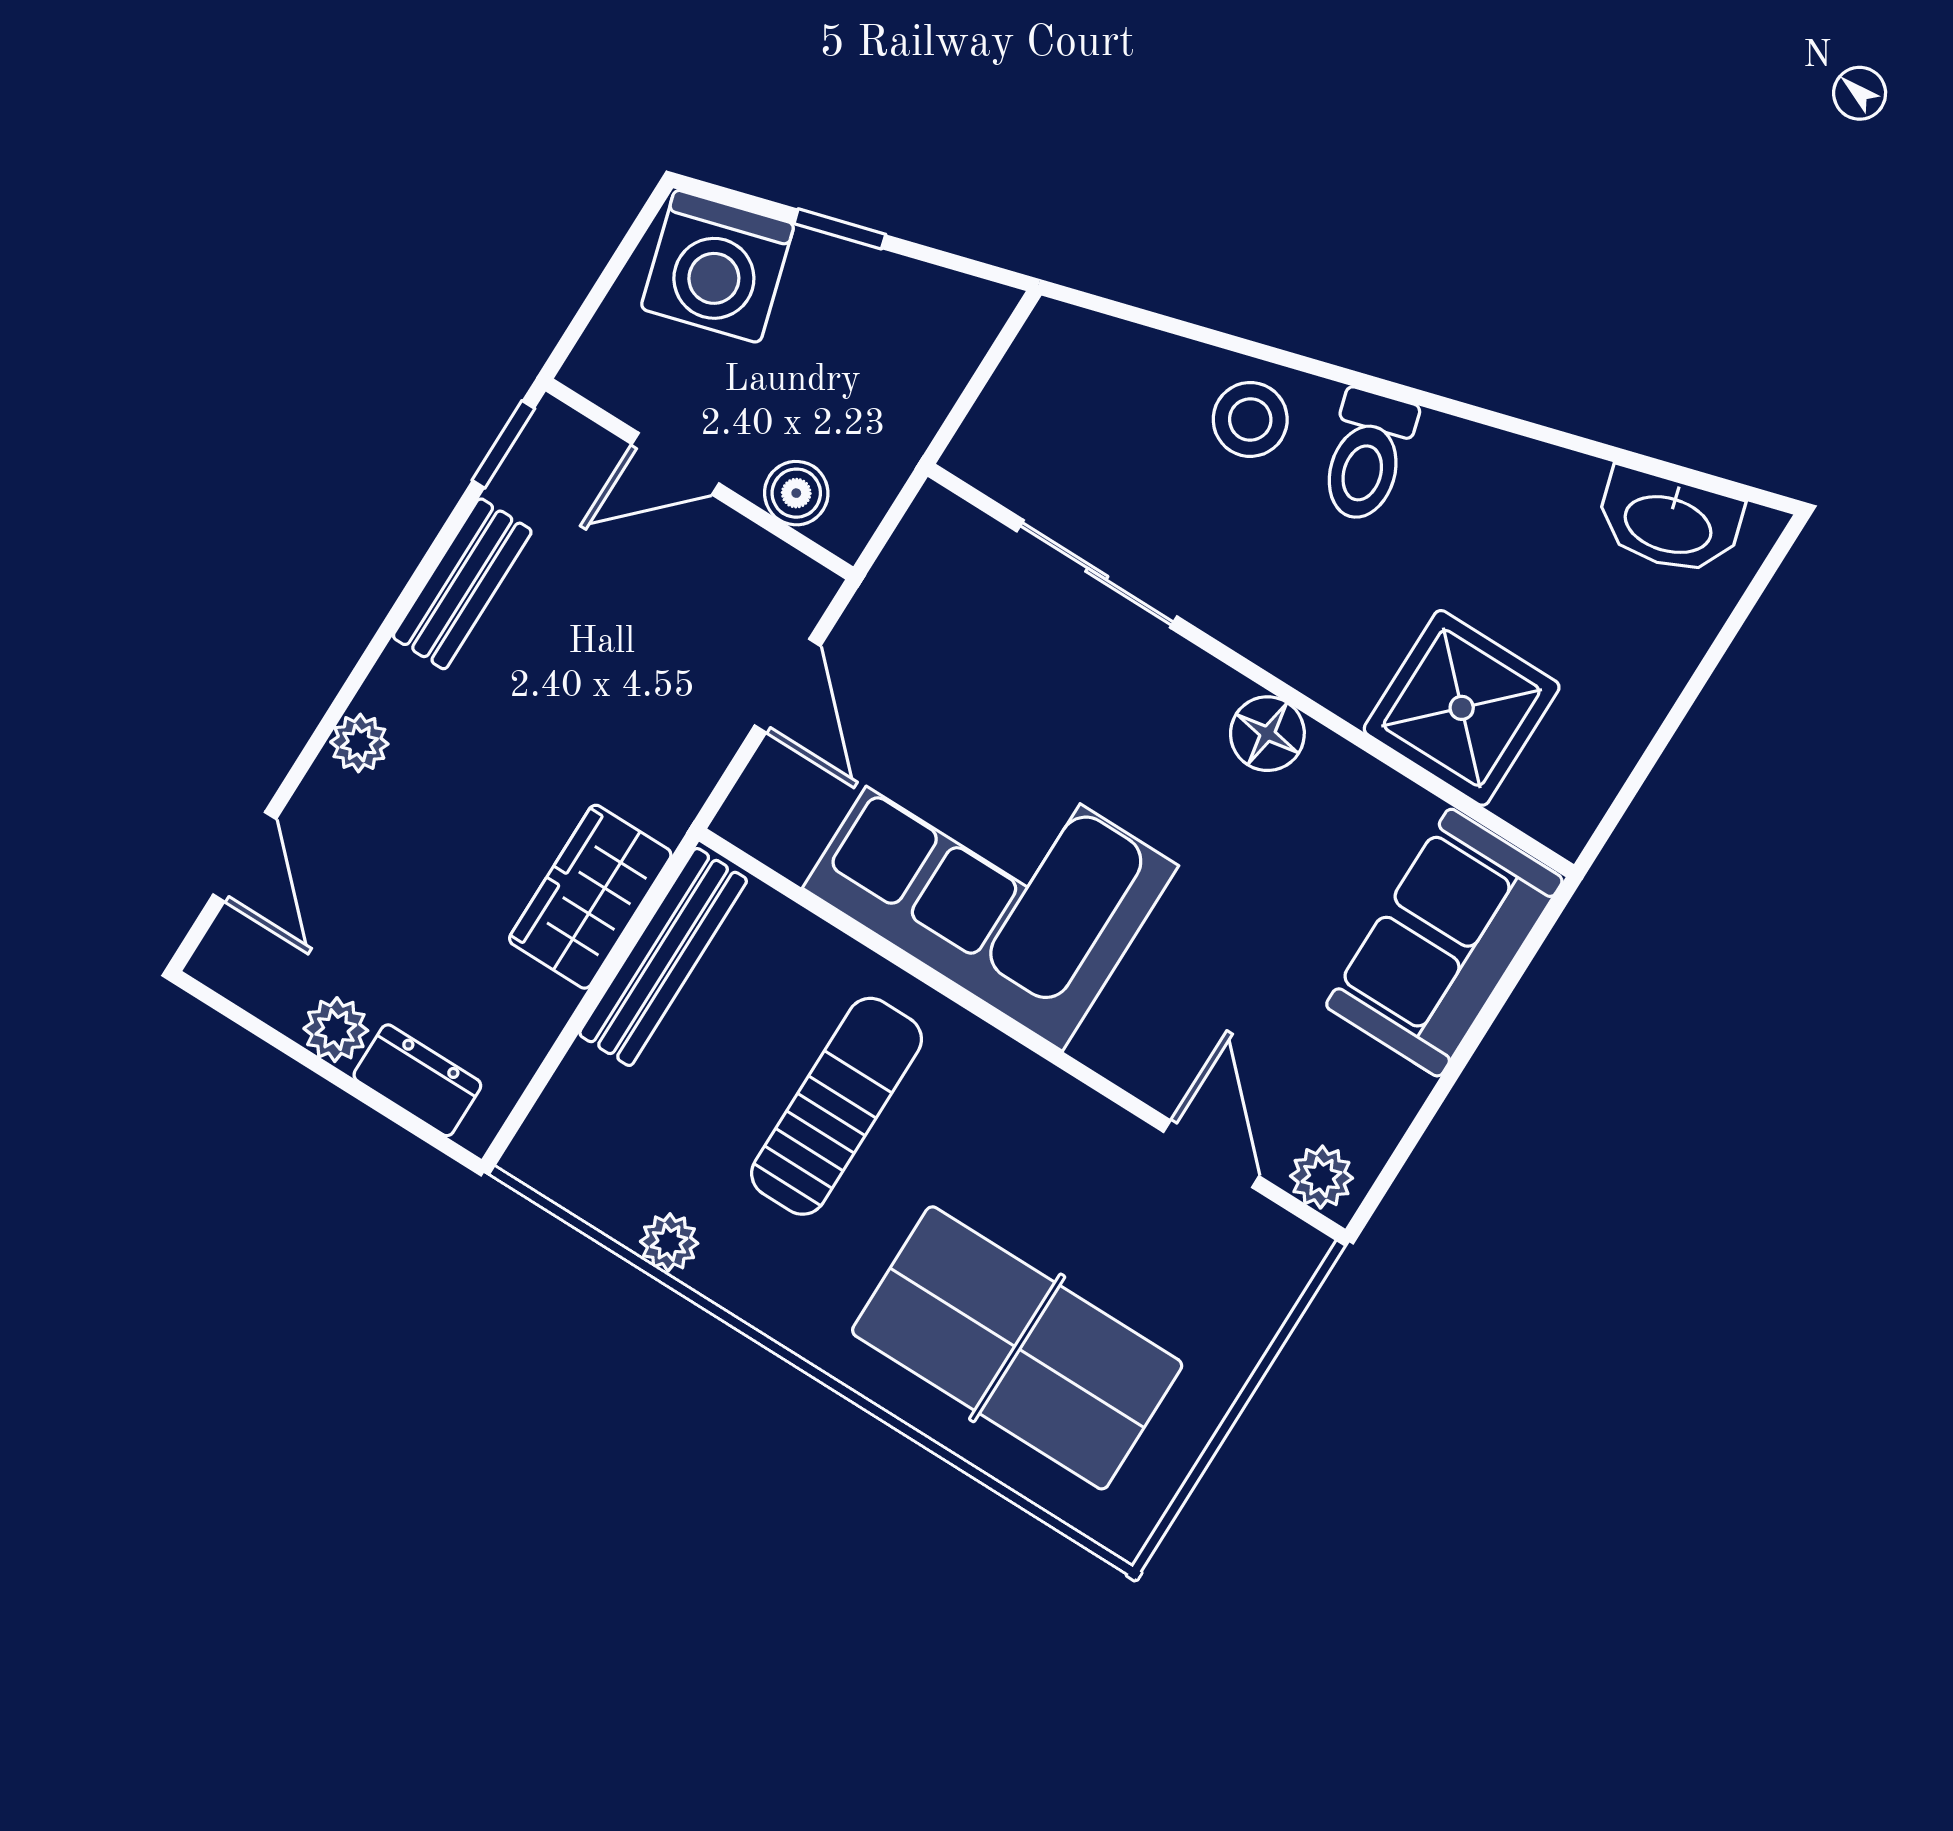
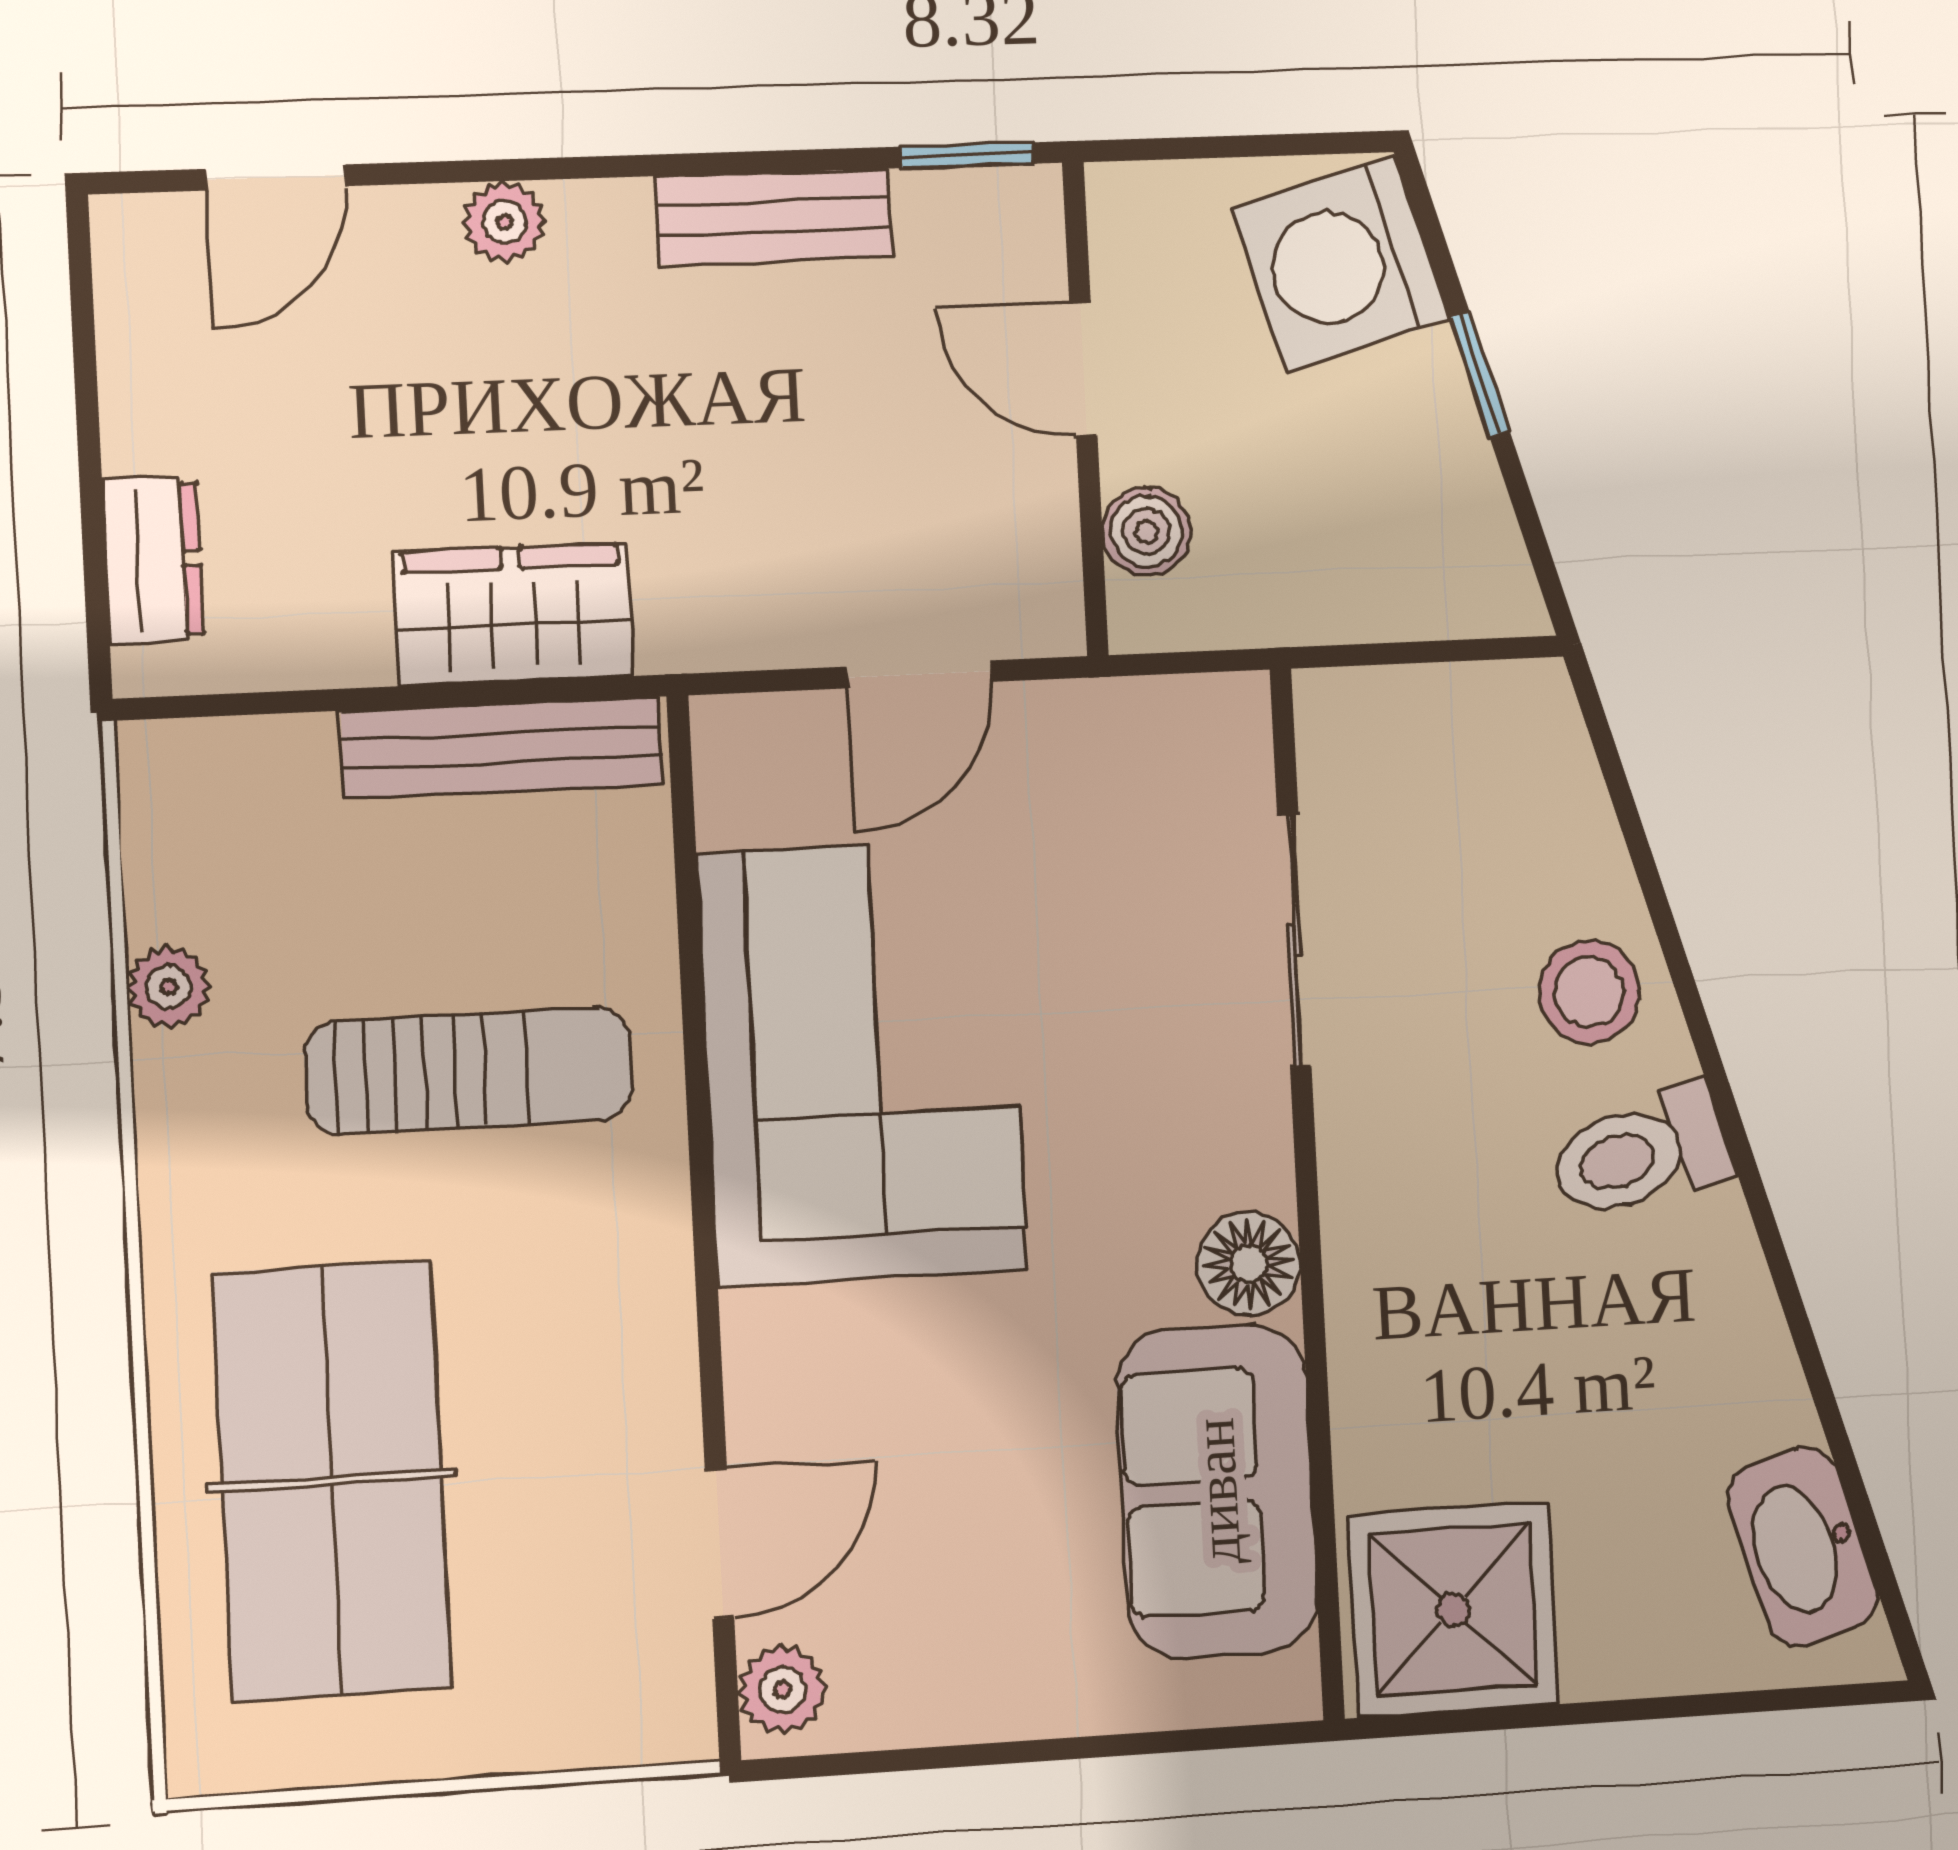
shower: (1462, 708) -> (1453, 1610), moved
sofa: (1444, 943) -> (1217, 1491), moved, turned -90
plant: (336, 1030) -> (146, 423), removed

